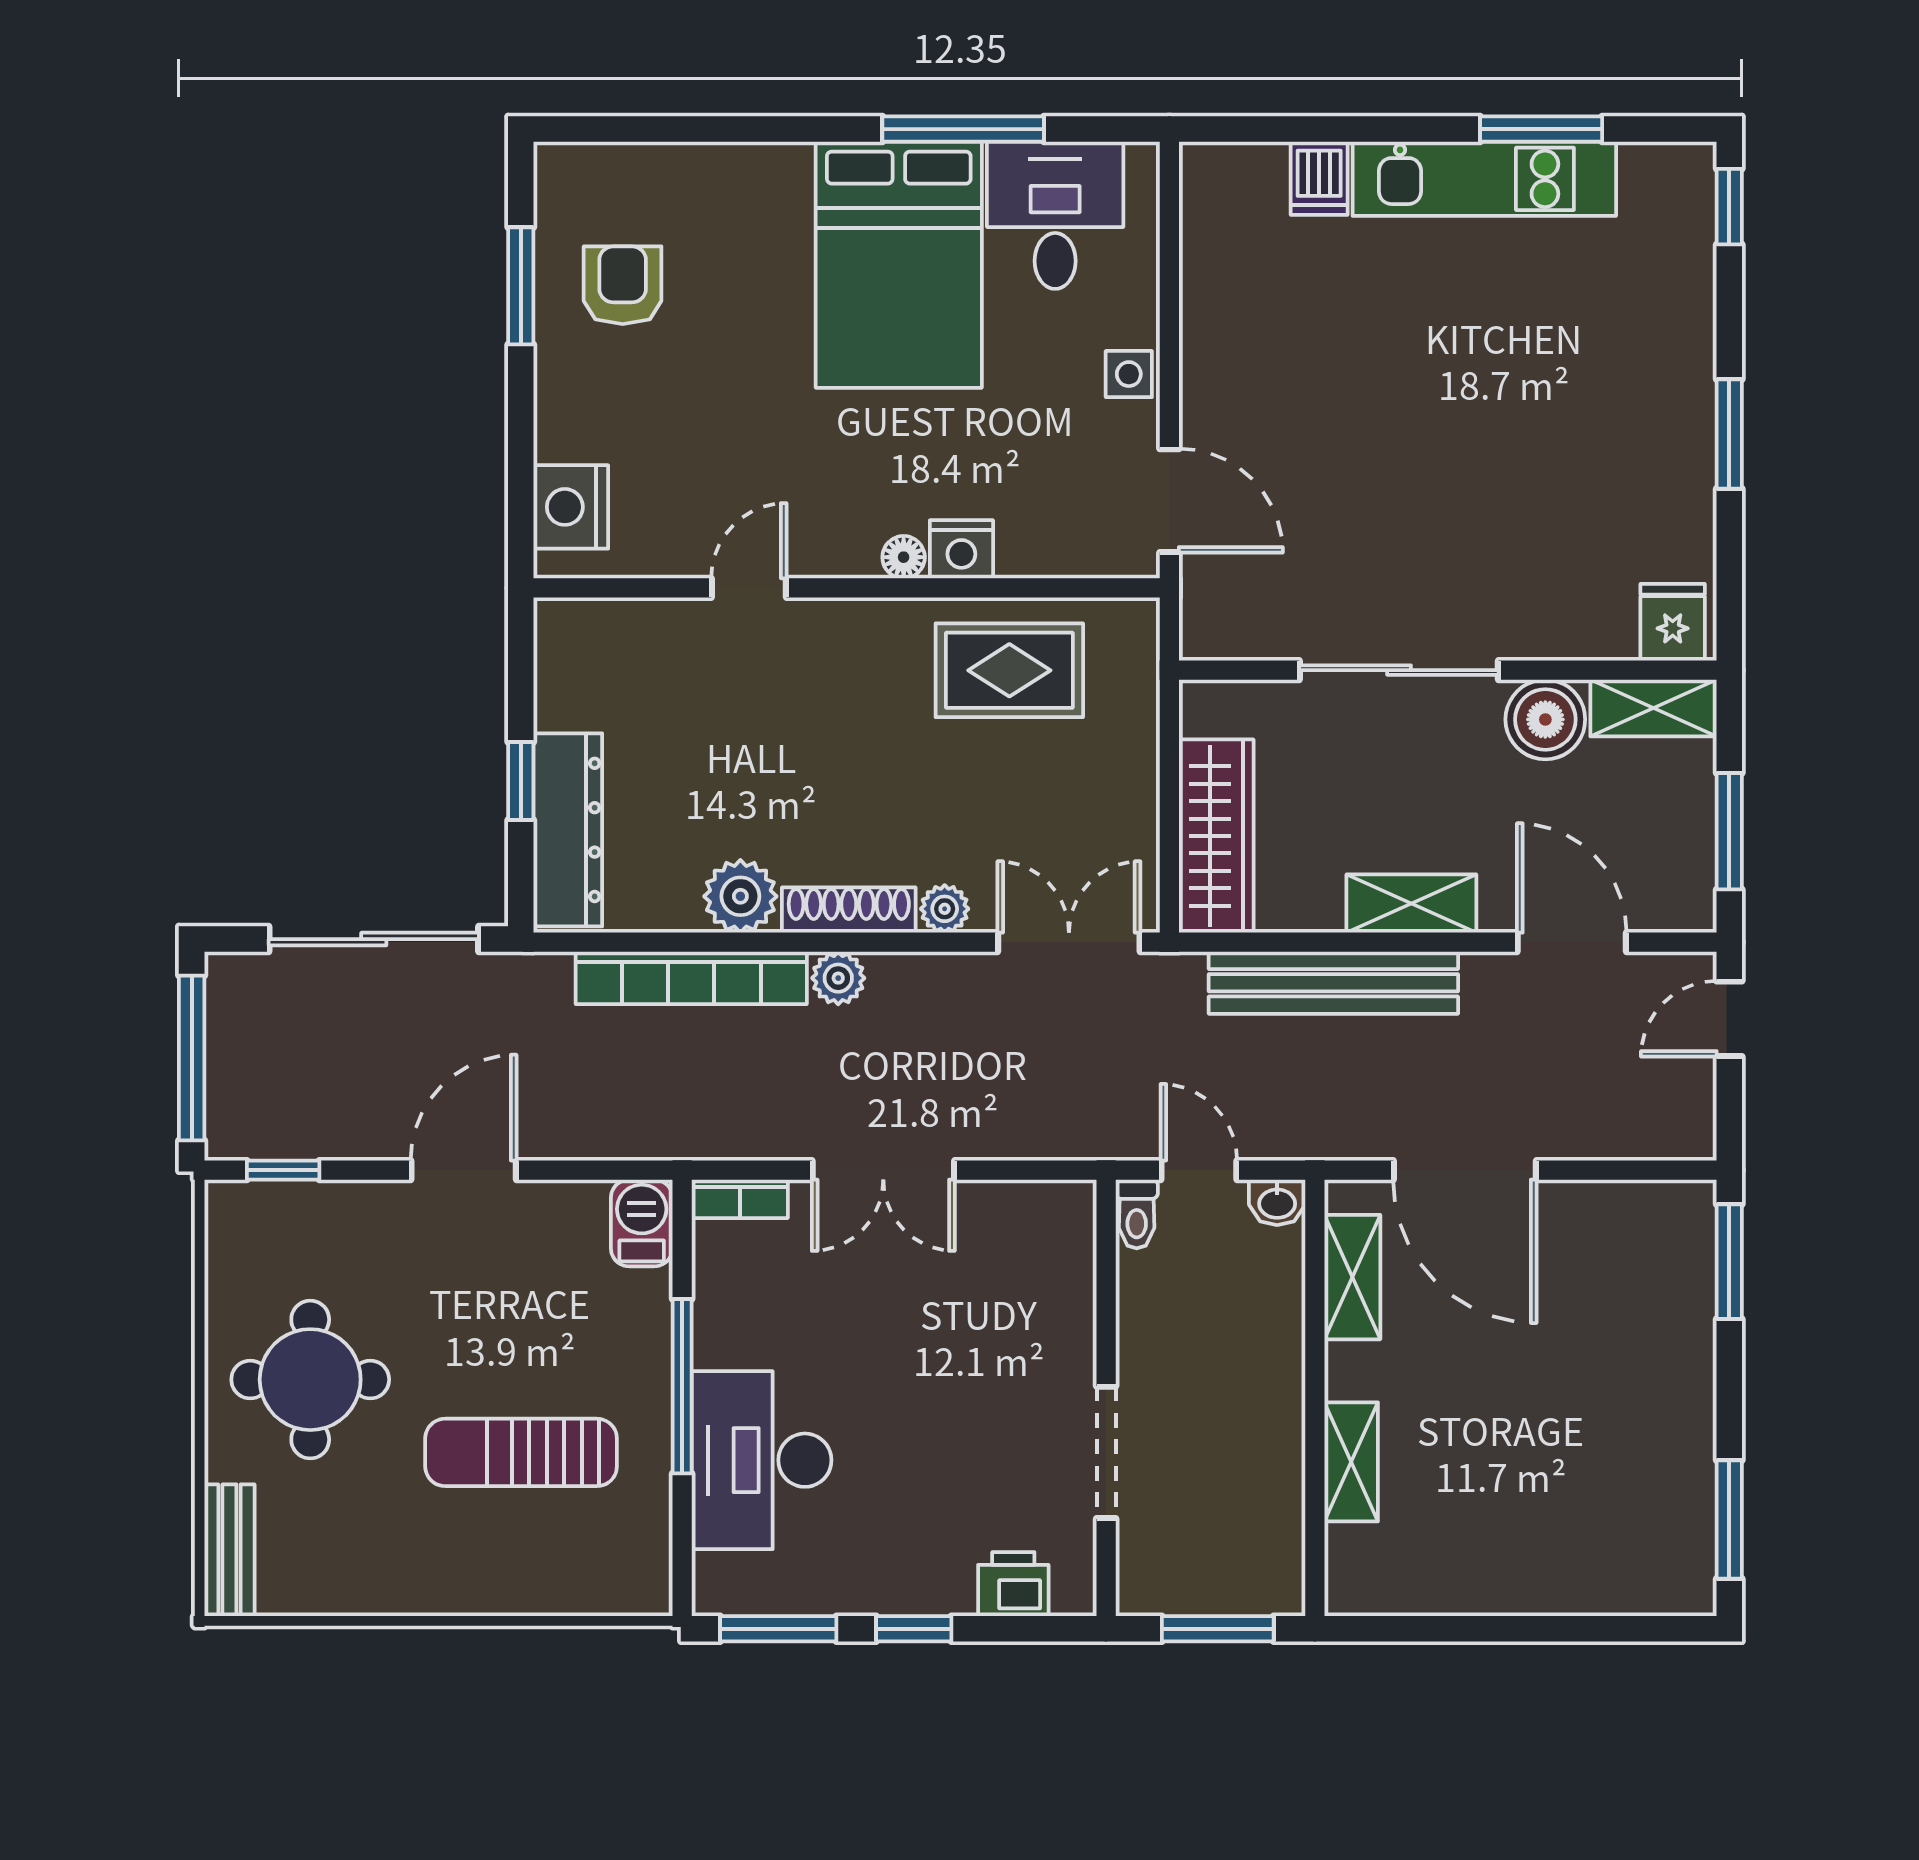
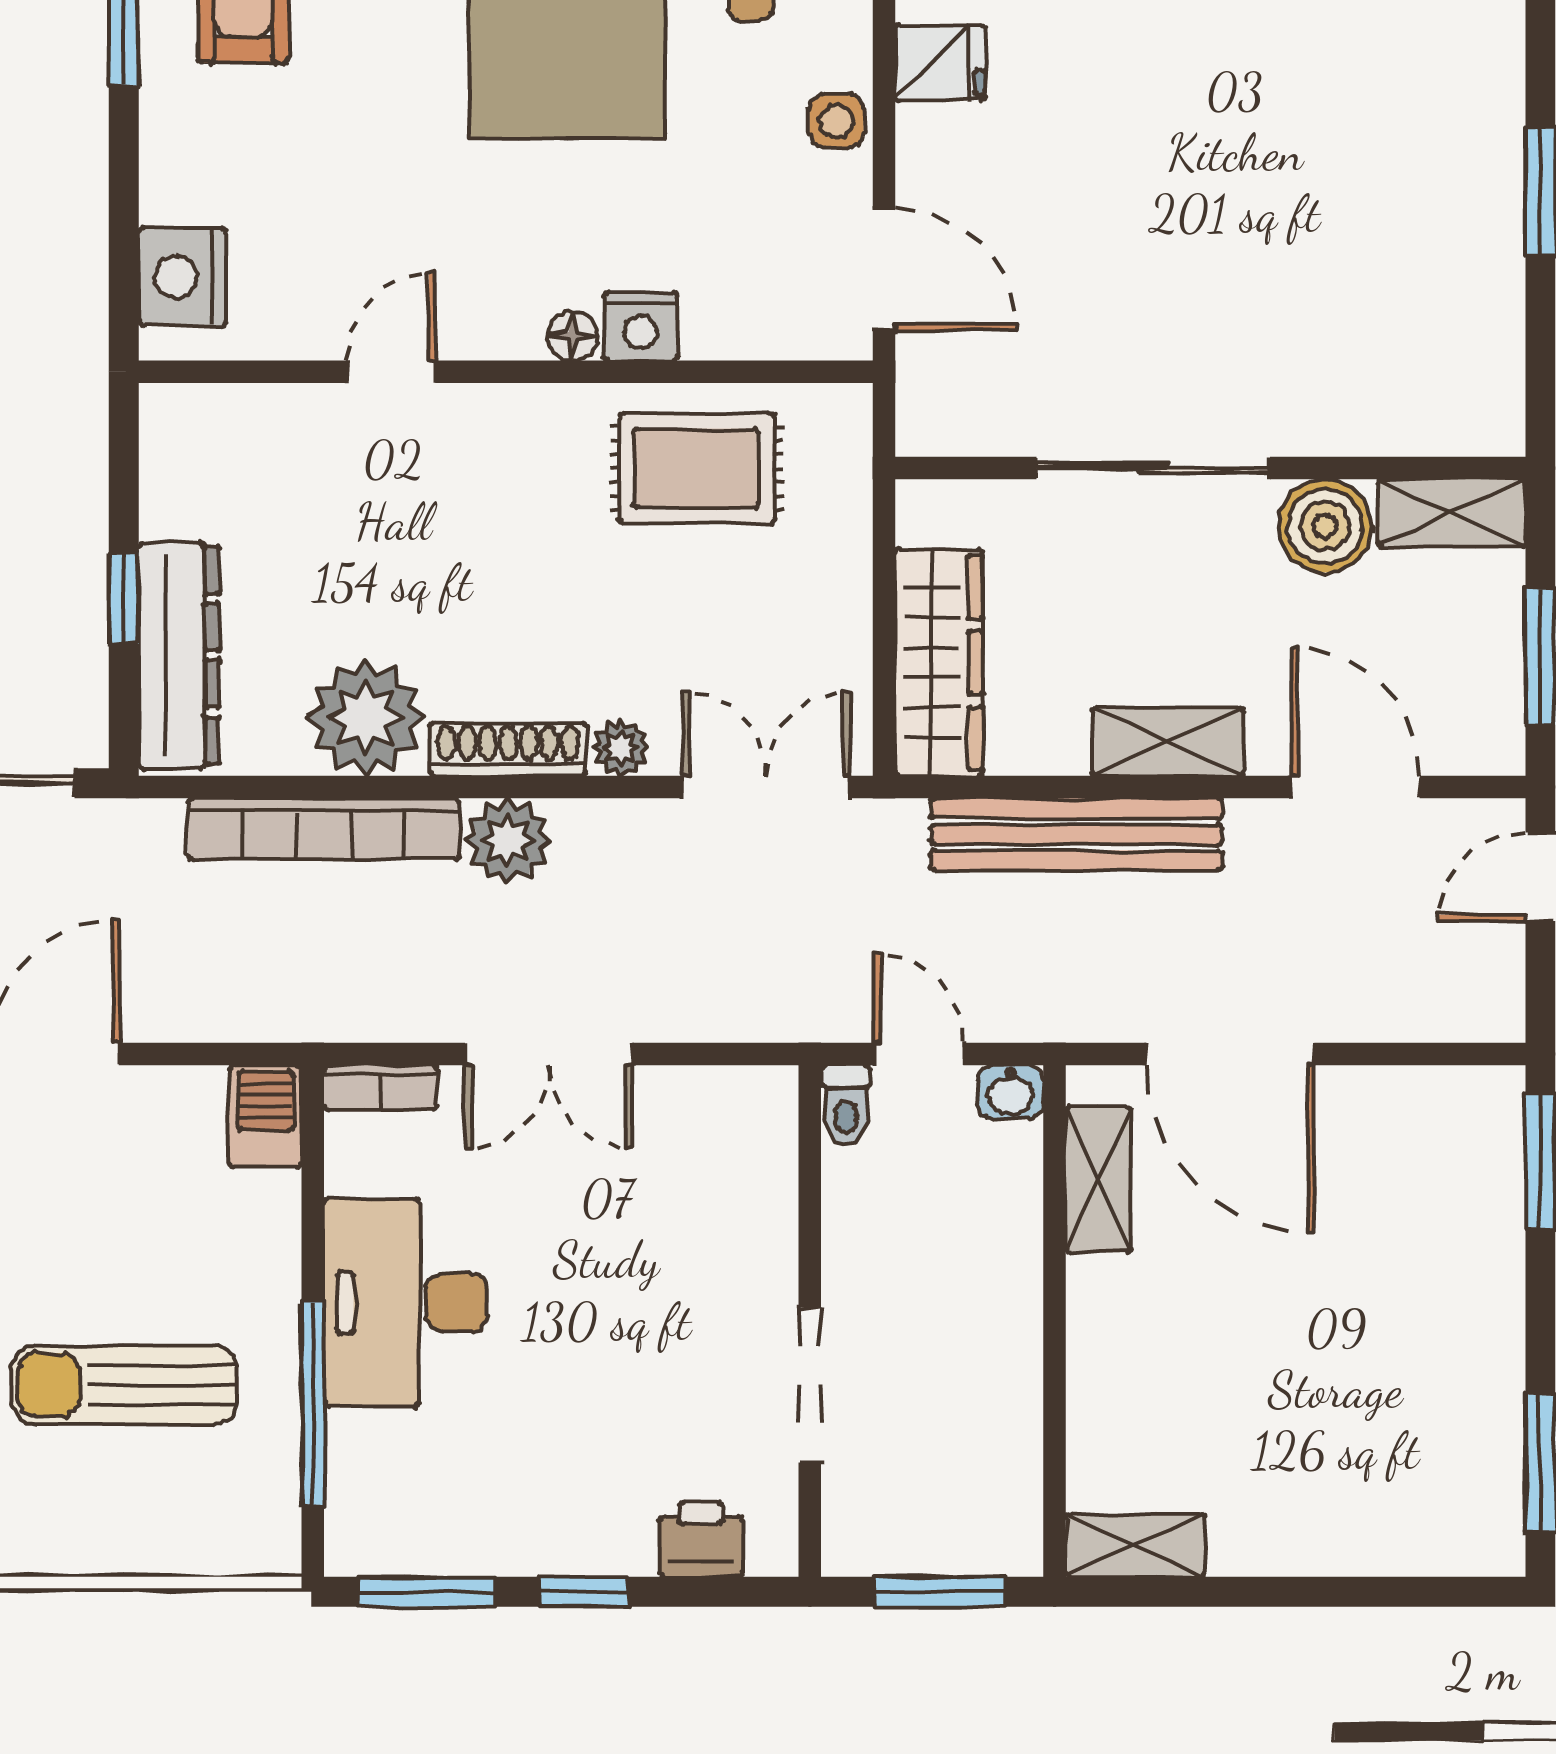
fridge: (1673, 622) -> (940, 62), moved, turned 90
plant: (740, 896) -> (366, 718), width x1.36, depth x1.36
plant: (838, 978) -> (508, 841), width x1.38, depth x1.38
window: (682, 1386) -> (313, 1404), moved
desk: (761, 1460) -> (406, 1303), moved
shelving: (1351, 1462) -> (1136, 1545), moved, turned 90

